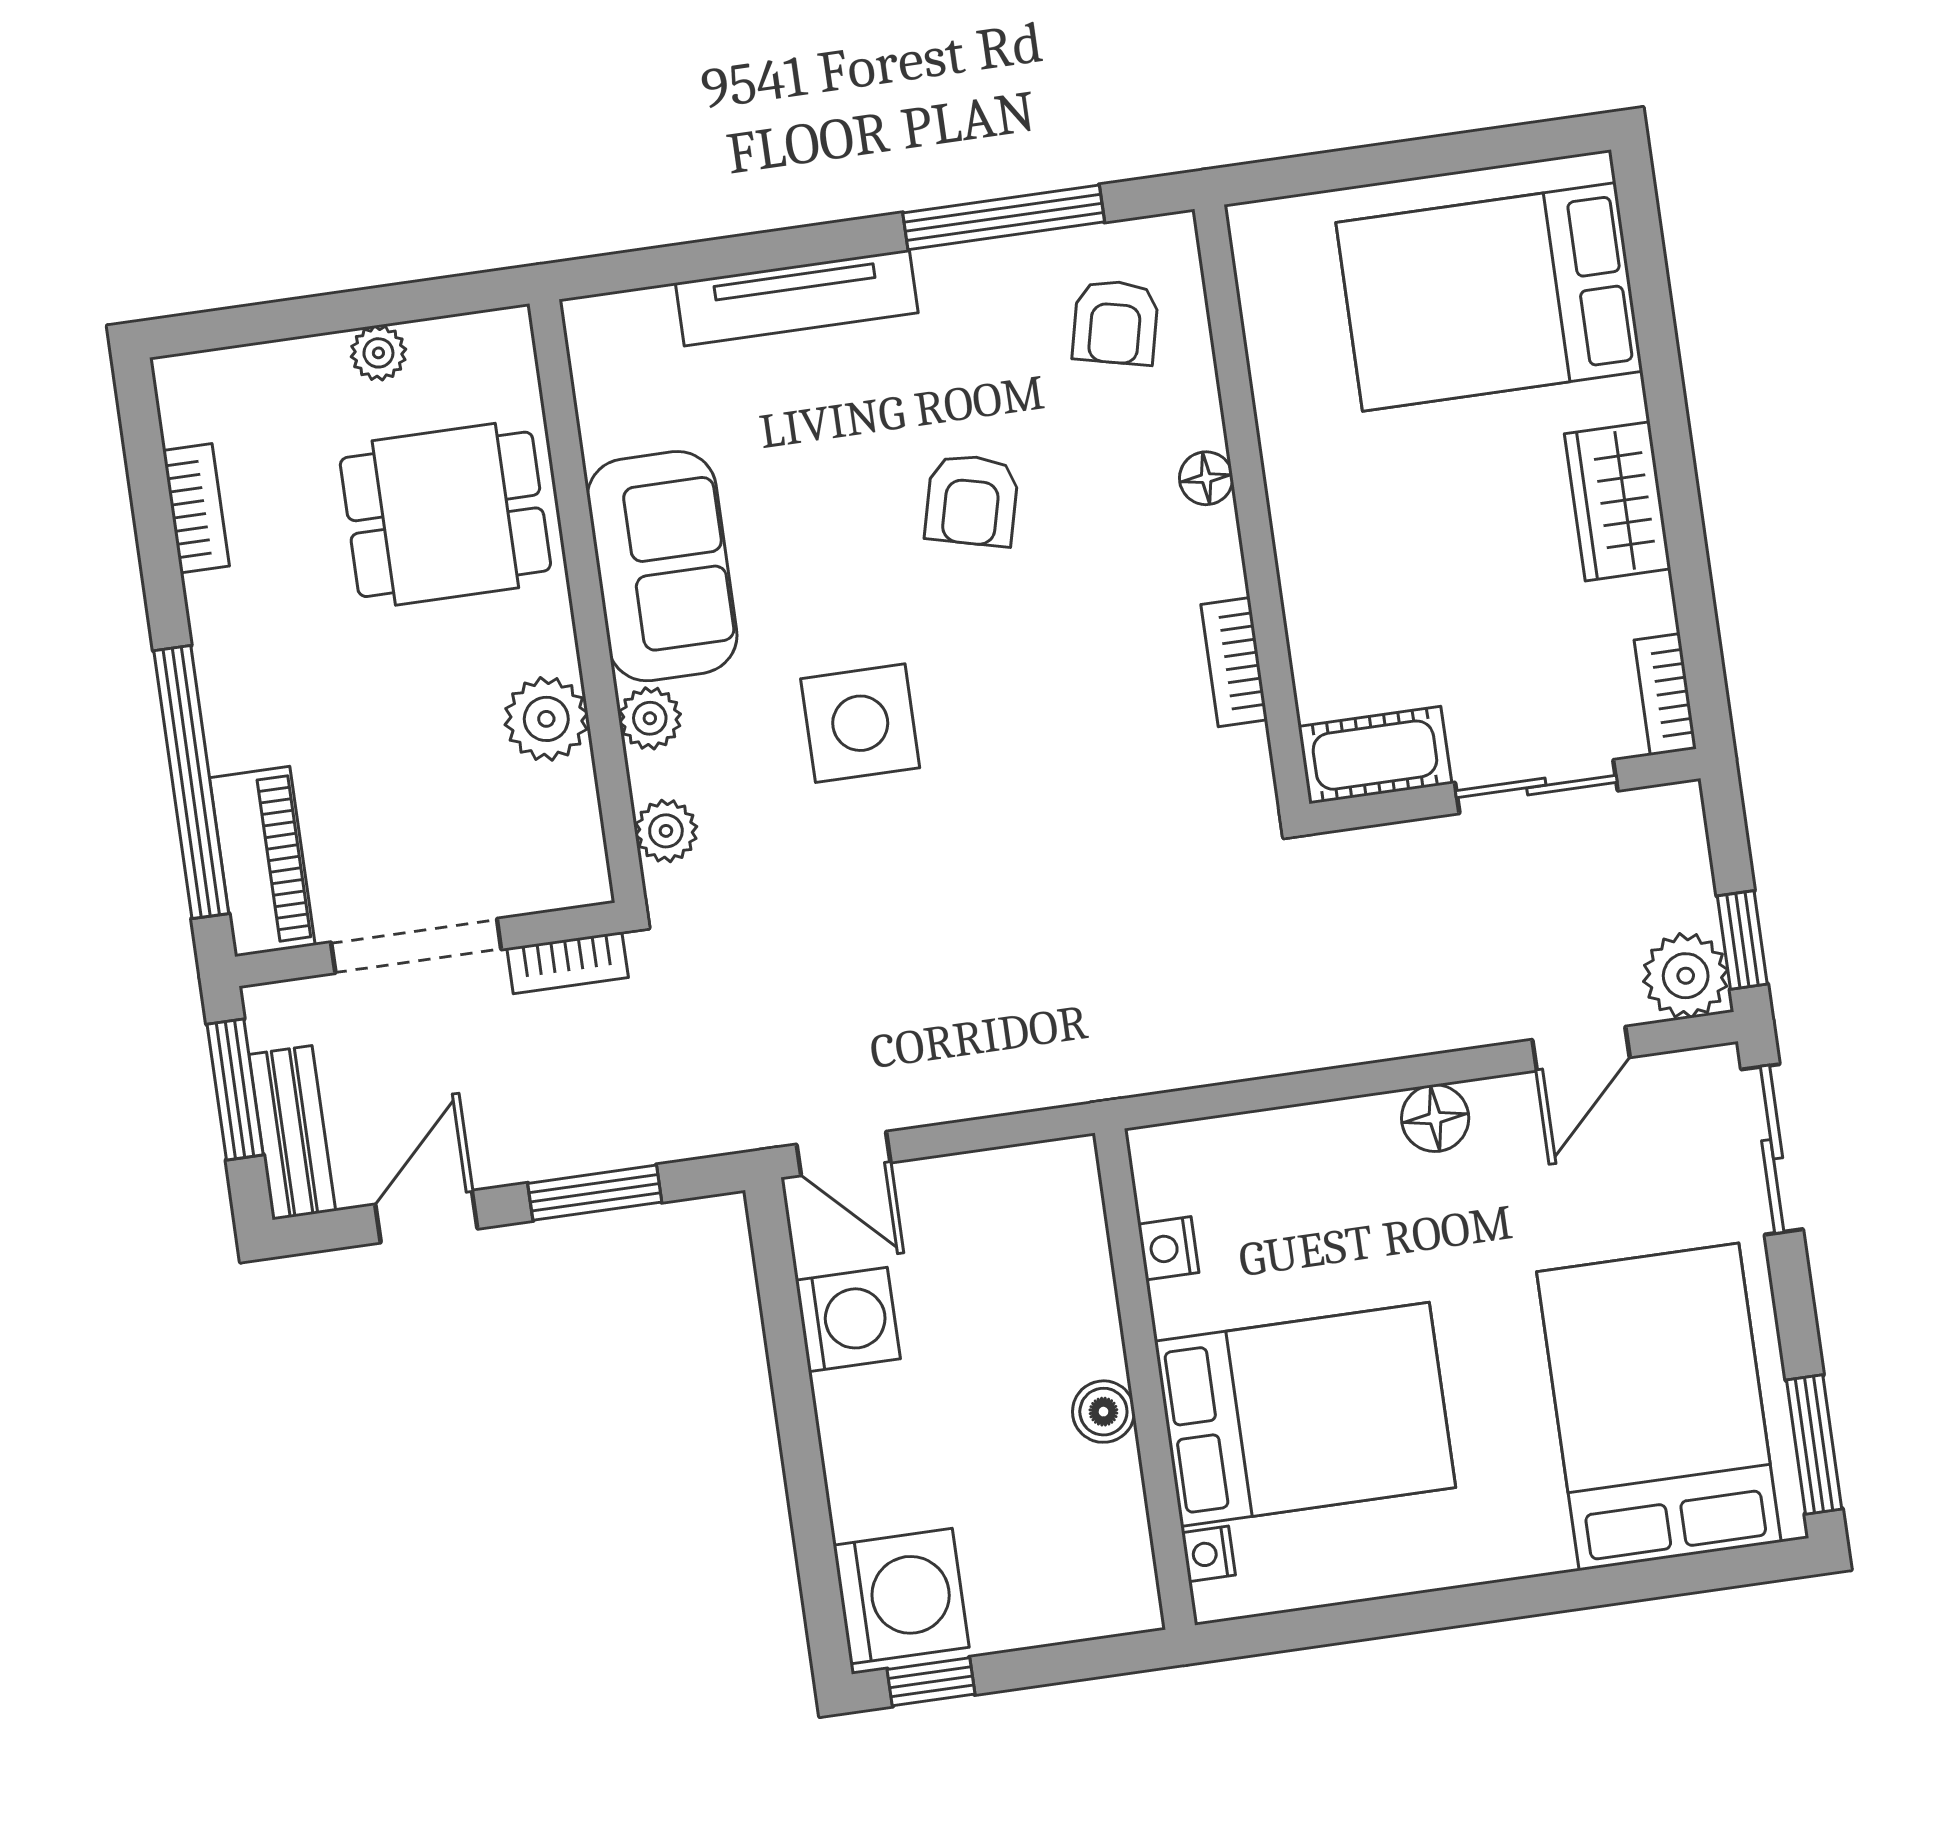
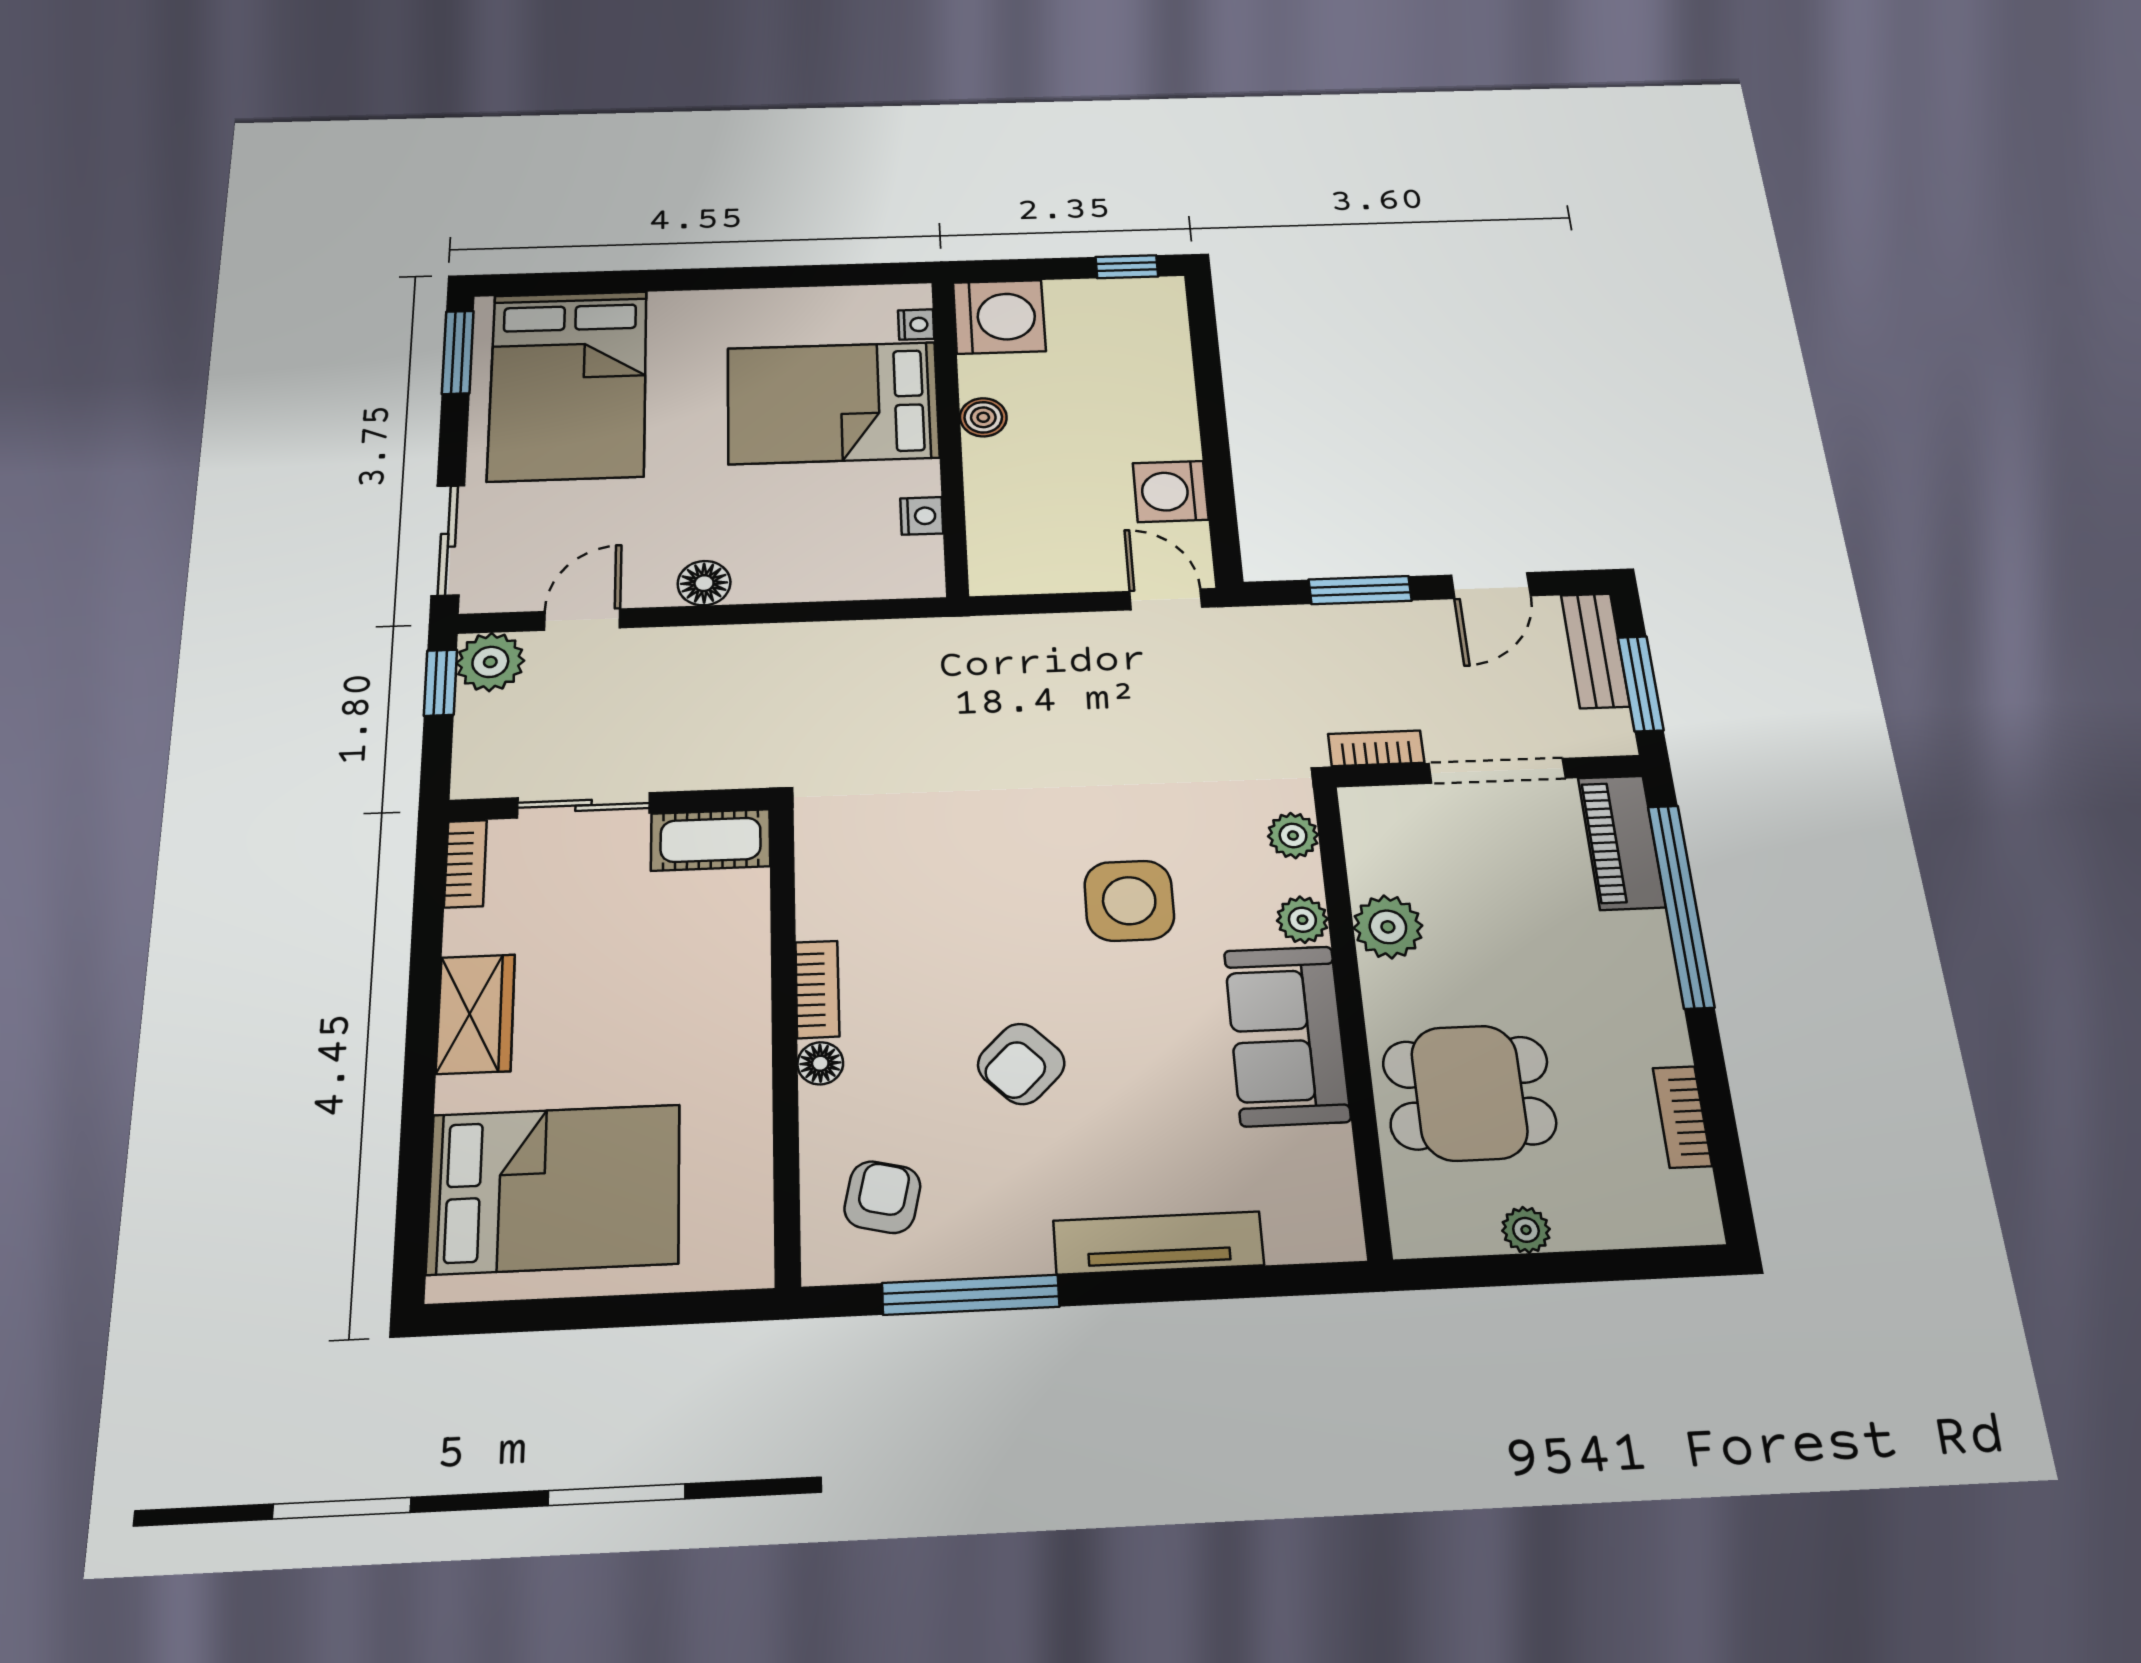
armchair: (972, 500) -> (1021, 1064), turned -149
bookcase: (1234, 662) -> (817, 989), moved
washing machine: (901, 1596) -> (999, 317), moved, turned 180

